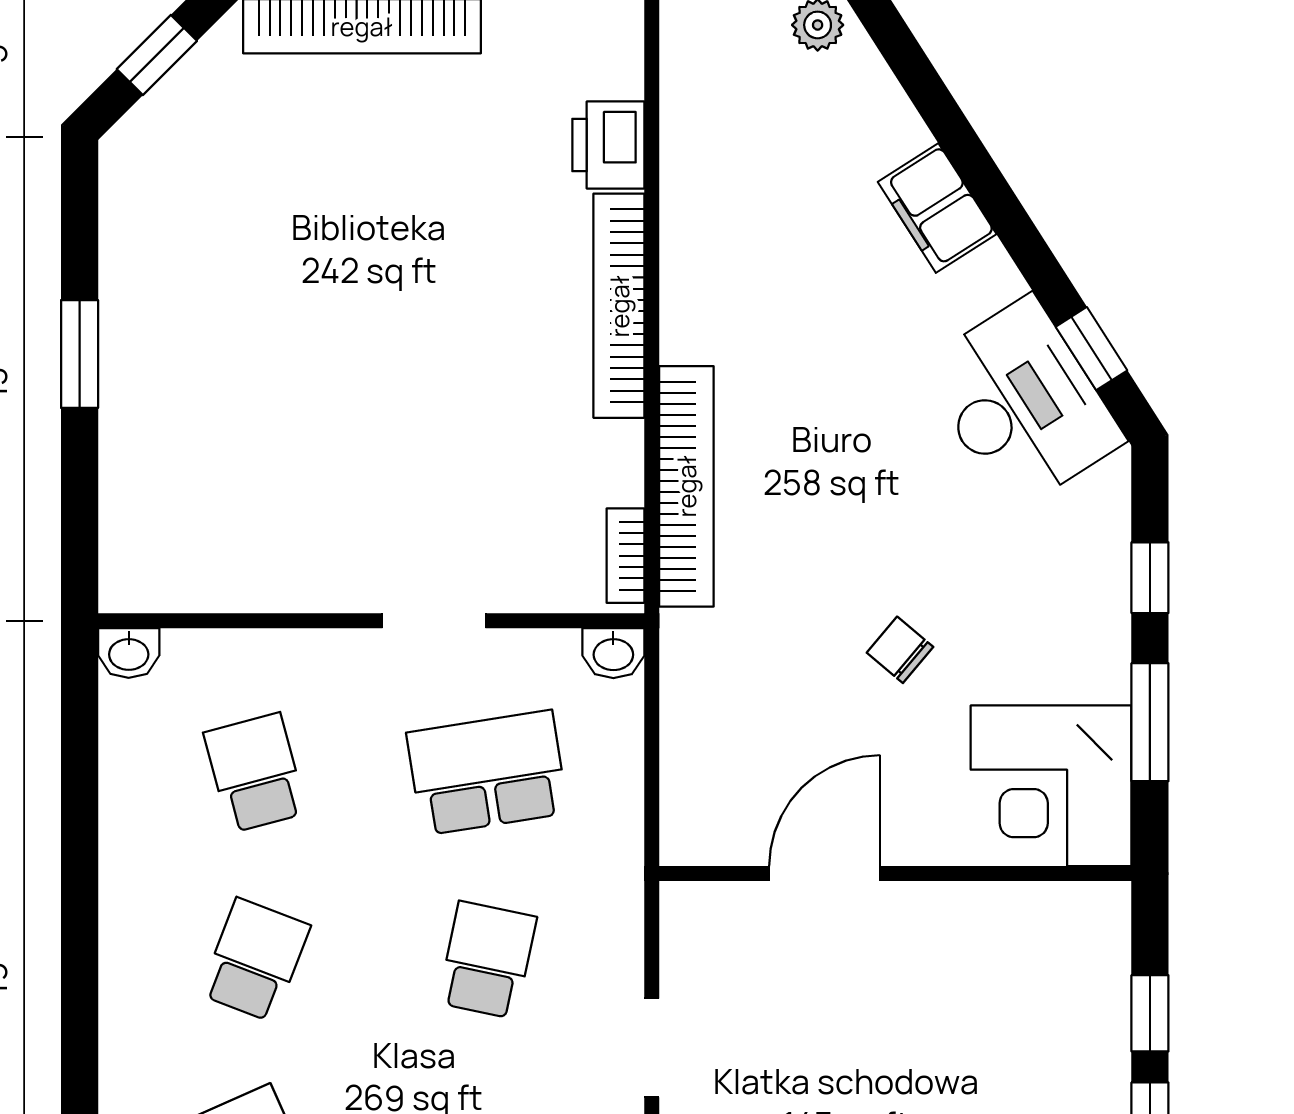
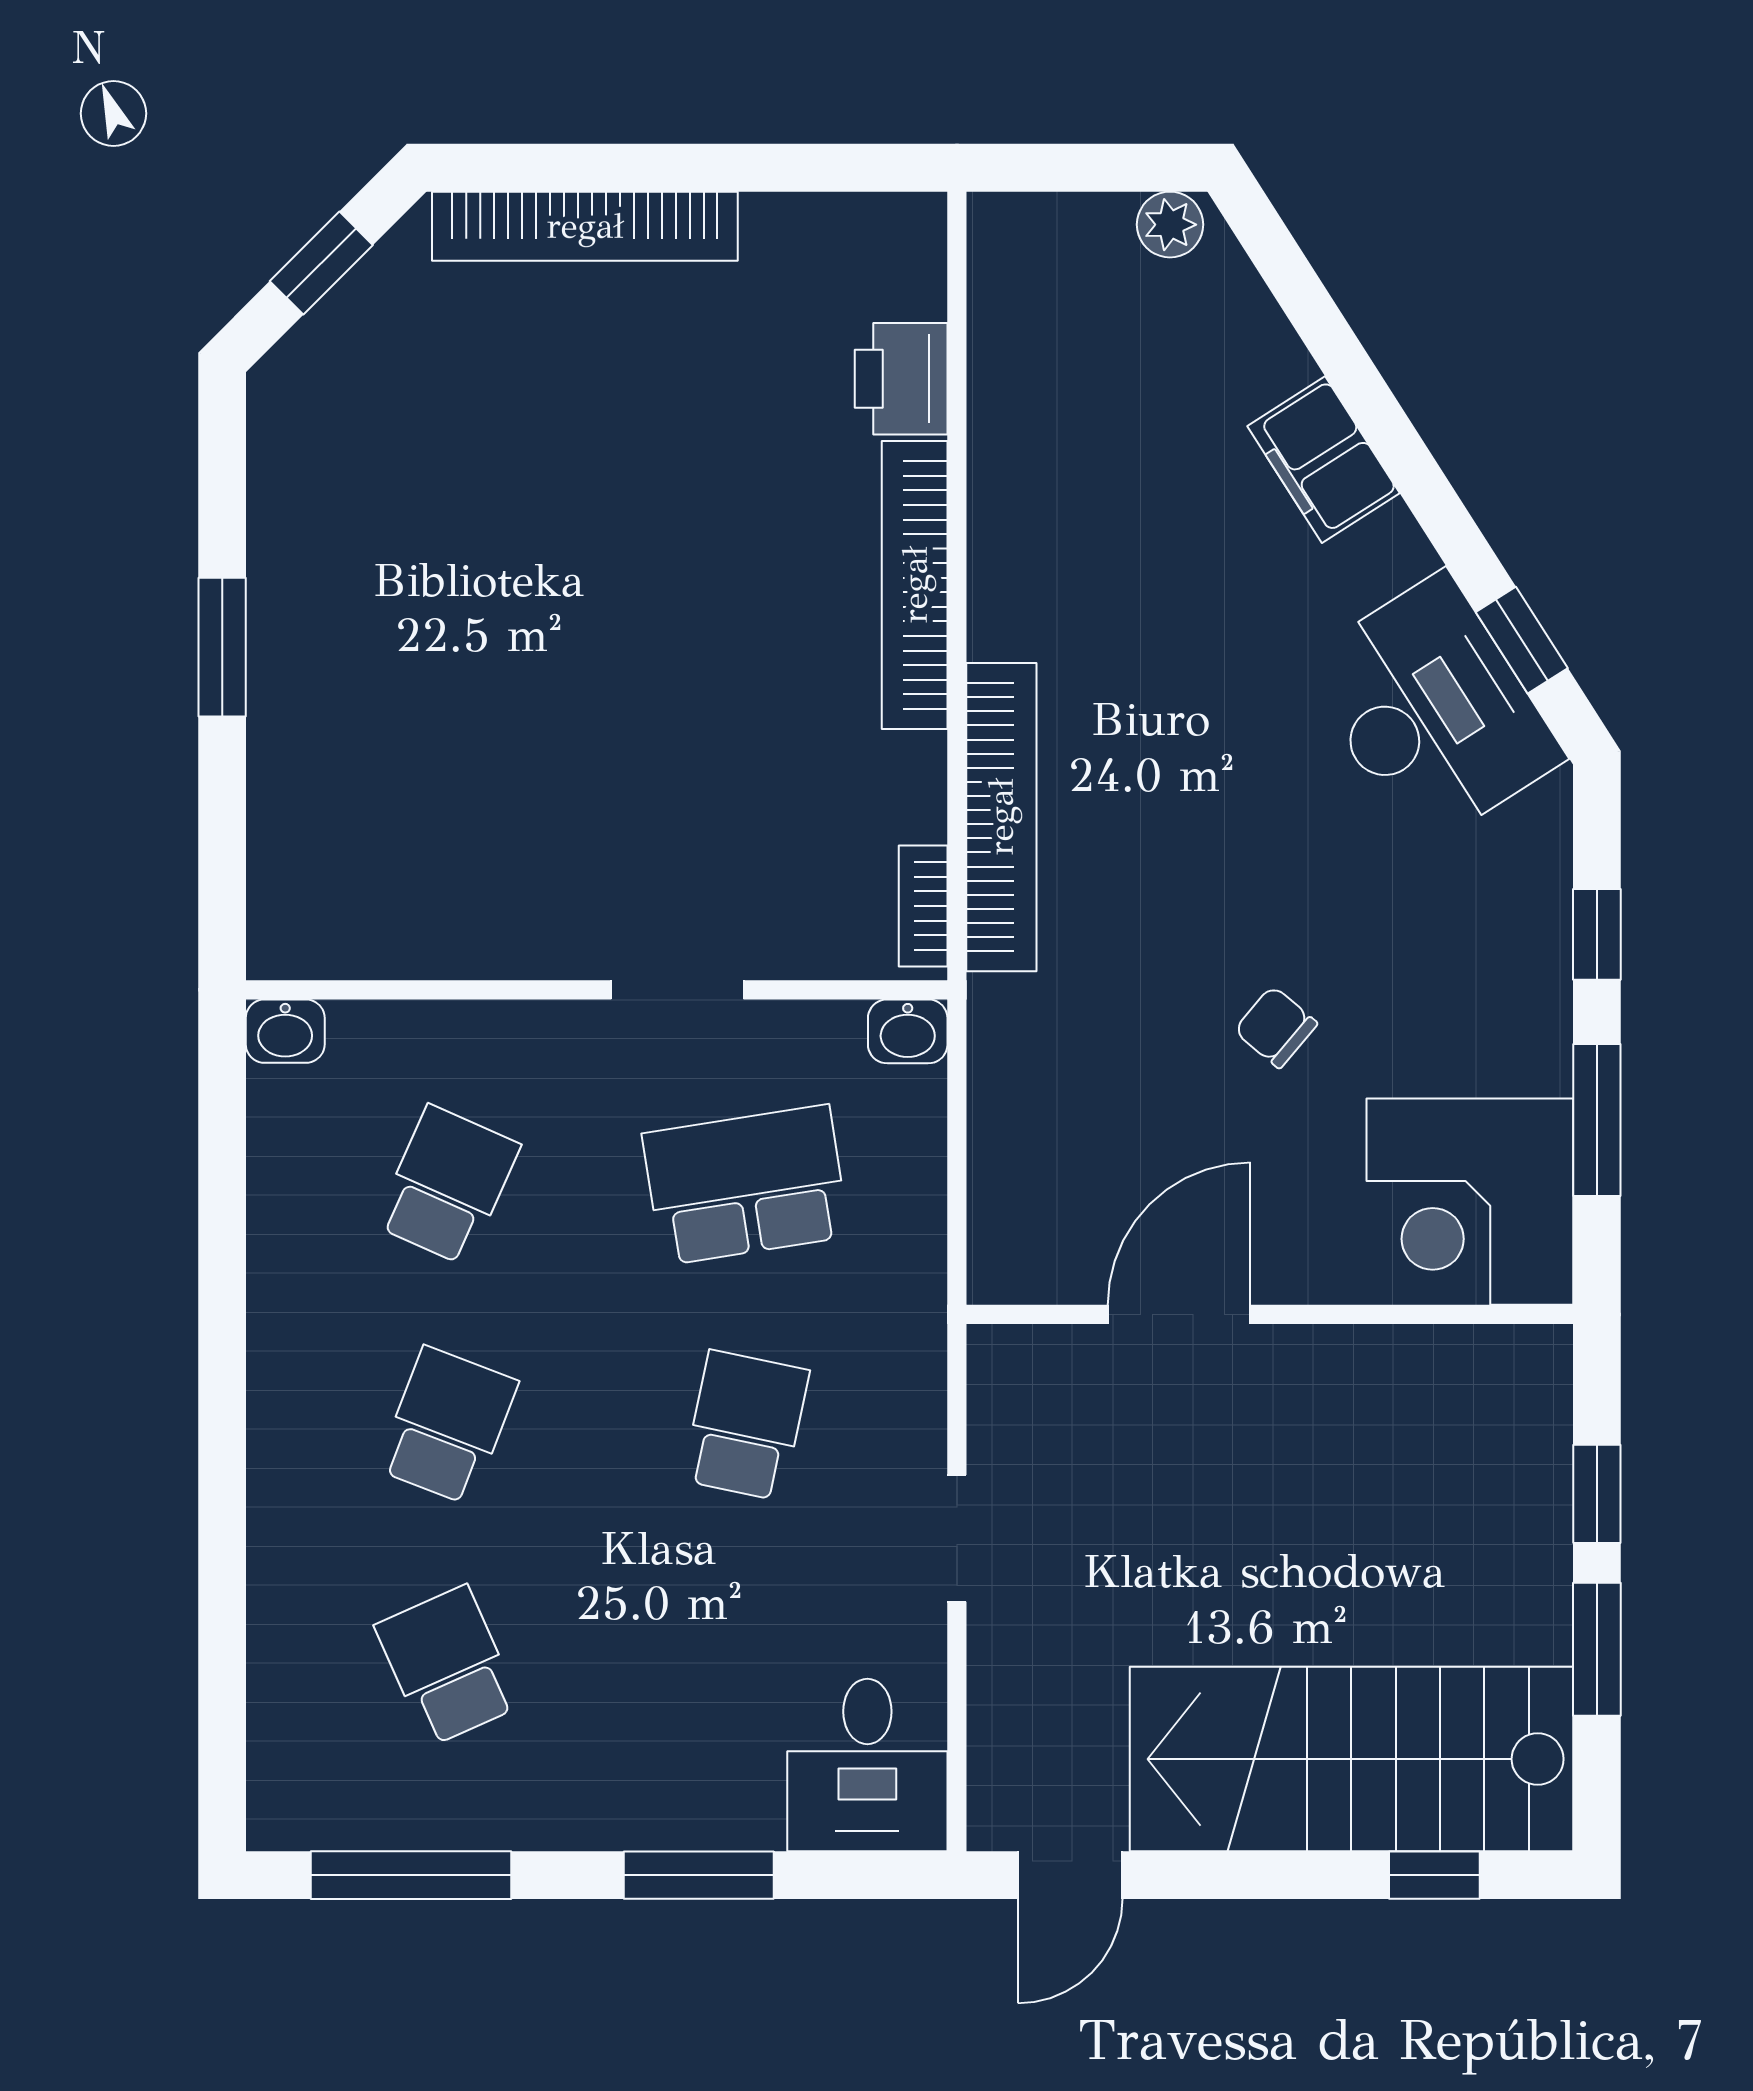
school desk: (255, 773) -> (447, 1185), turned 39

